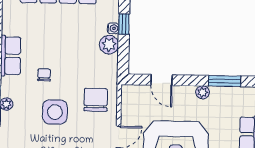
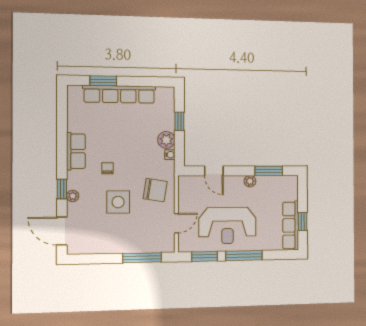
water cooler: (113, 28) -> (170, 155), moved
chair: (96, 100) -> (155, 190), turned 99

